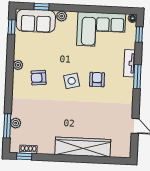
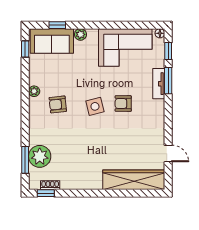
window: (137, 77) -> (168, 81), moved
armchair: (97, 80) -> (123, 104), turned -90
plant: (16, 123) -> (40, 156), width x1.88, depth x1.88
wardrobe: (83, 147) -> (134, 180), moved

